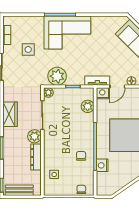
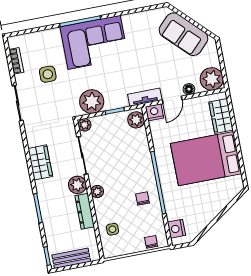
plant: (88, 106) -> (136, 120), moved
plant: (48, 144) -> (97, 191), added
nightstand: (102, 165) -> (177, 229), moved

